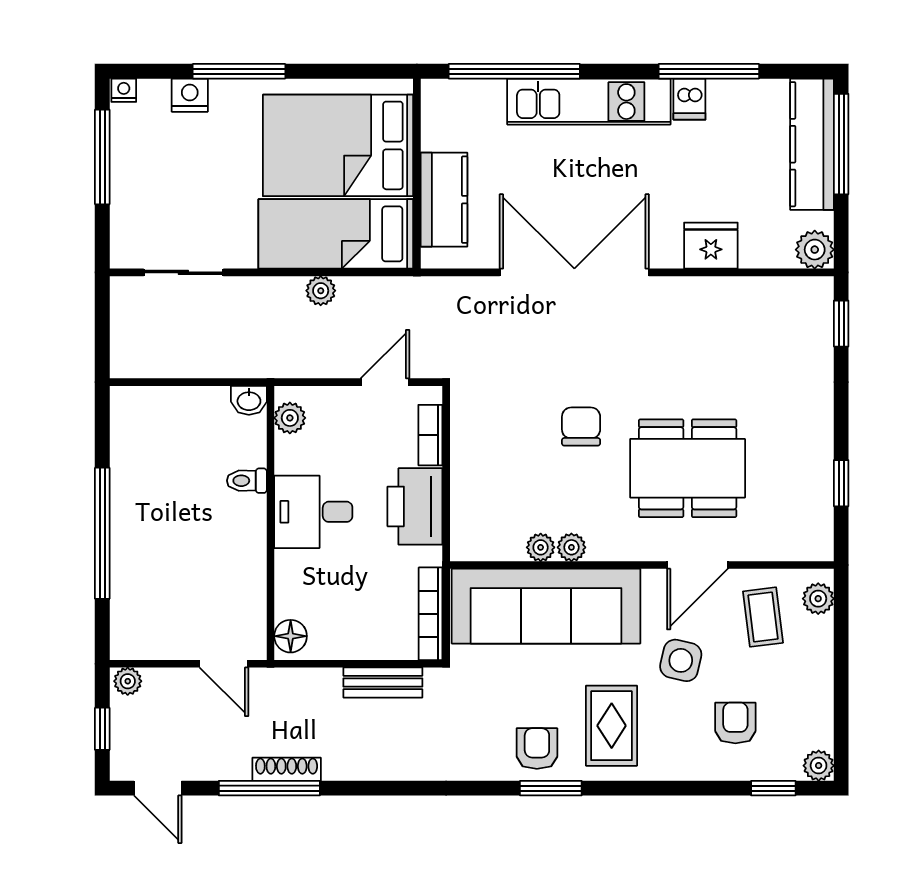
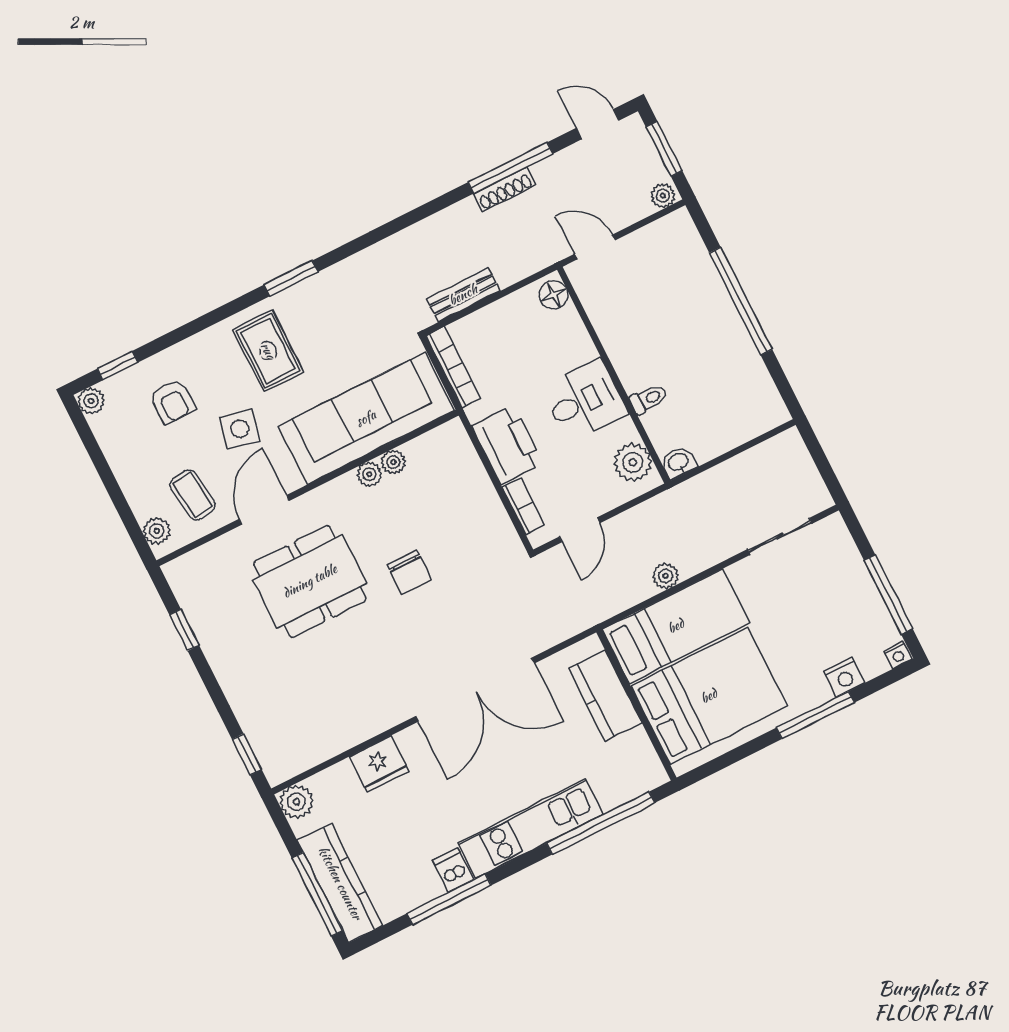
plant: (290, 418) -> (633, 462), width x1.38, depth x1.38
window: (102, 729) -> (664, 149), width x1.50
armchair: (537, 749) -> (317, 304), removed

